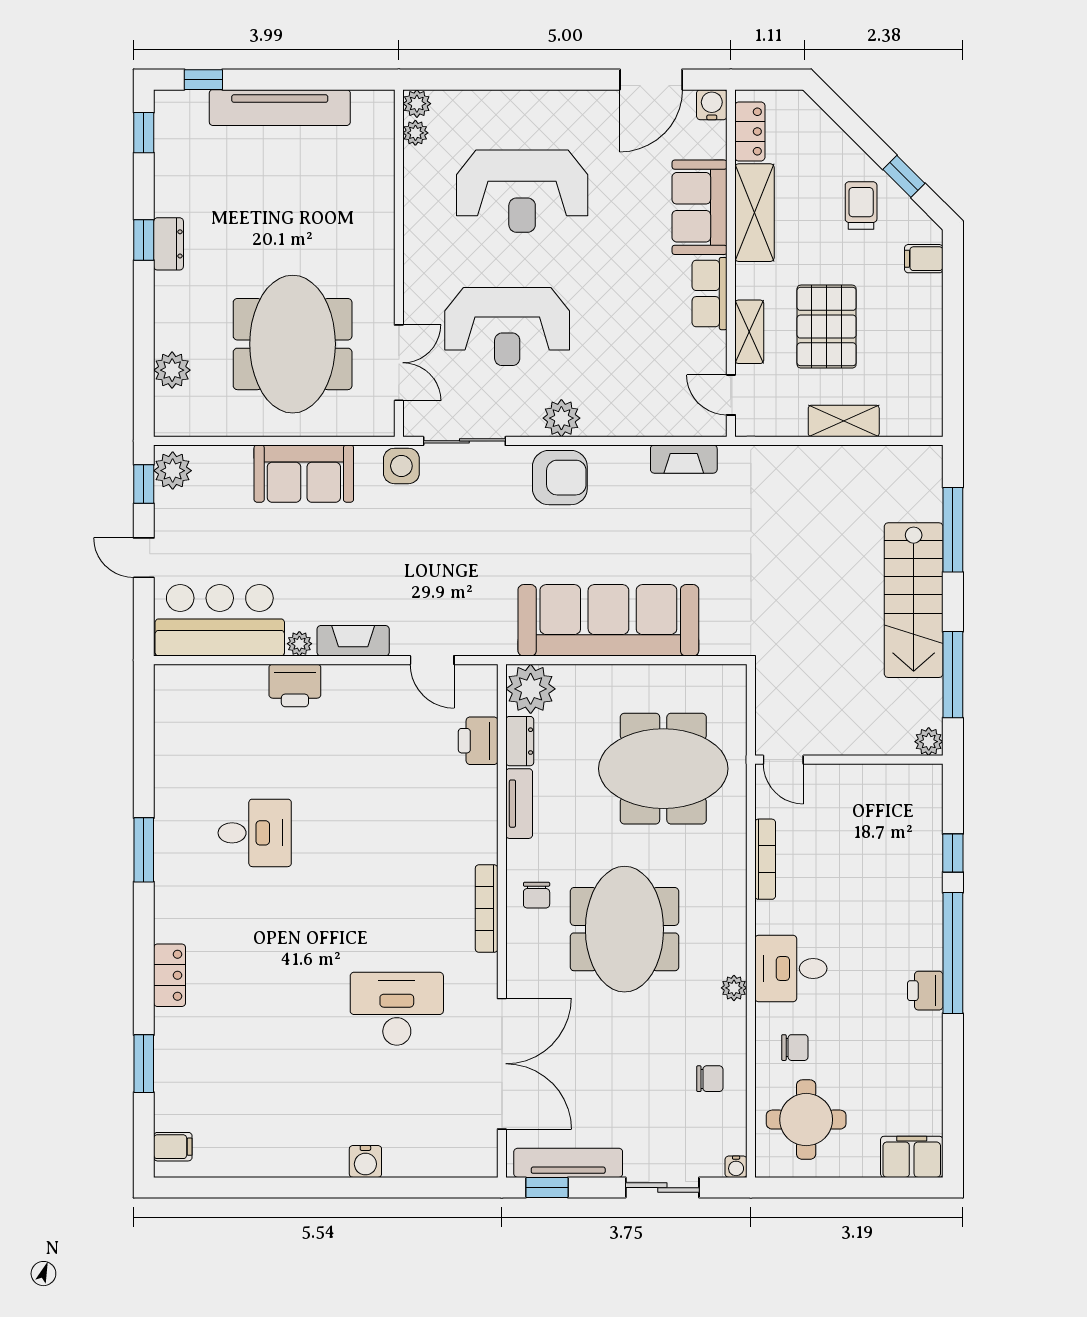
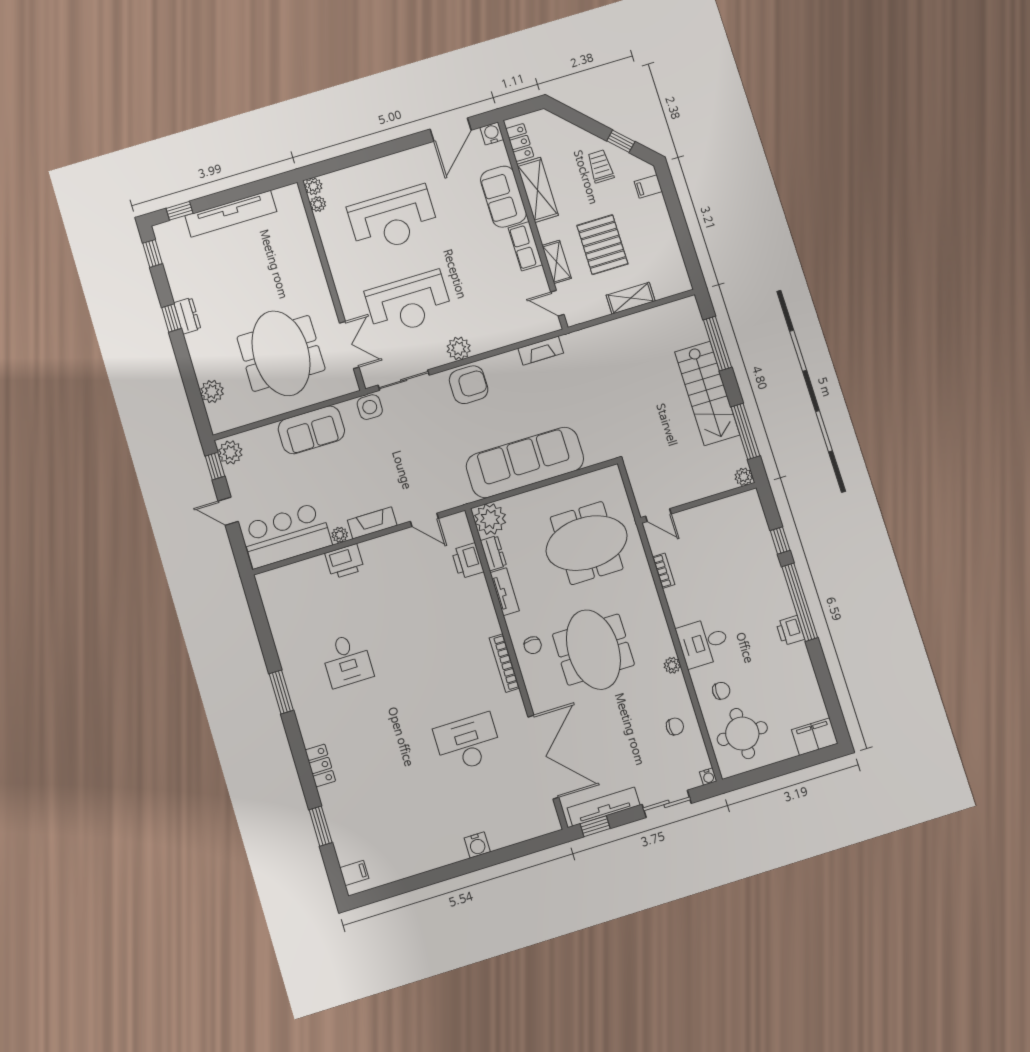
desk: (255, 833) -> (347, 660), turned 90
bookcase: (765, 859) -> (664, 571), width x0.64

